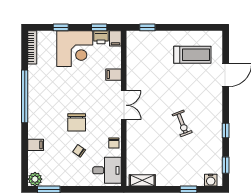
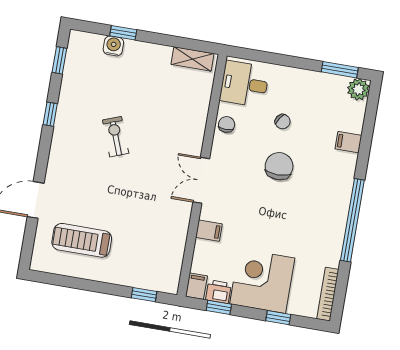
water cooler: (211, 180) -> (113, 46), moved

